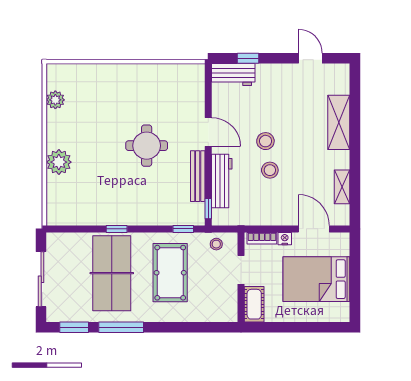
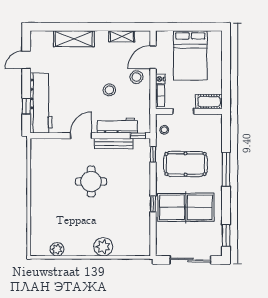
workbench: (233, 75) -> (41, 103), width x1.88, depth x1.32
stool: (265, 141) -> (136, 77), moved
window: (121, 327) -> (226, 169), moved

